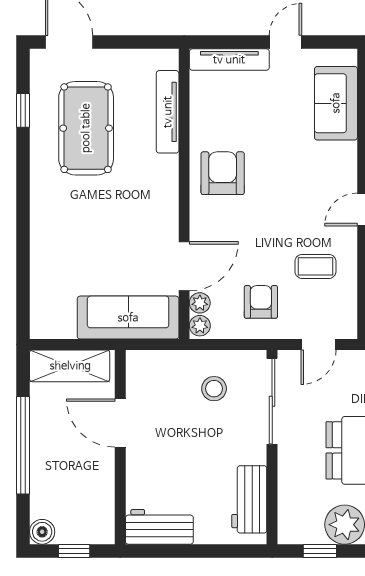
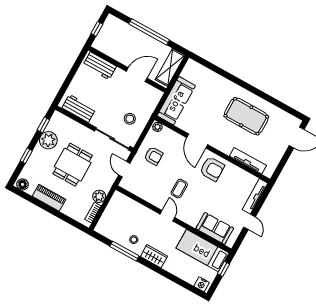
window: (23, 110) -> (280, 105), removed
pool table: (86, 128) -> (246, 116), moved
door: (184, 266) -> (197, 141), moved
coffee table: (315, 266) -> (179, 189), moved
plant: (200, 303) -> (166, 132), removed
workbench: (159, 527) -> (100, 66), moved, turned 90
boiler: (42, 532) -> (111, 21), removed

